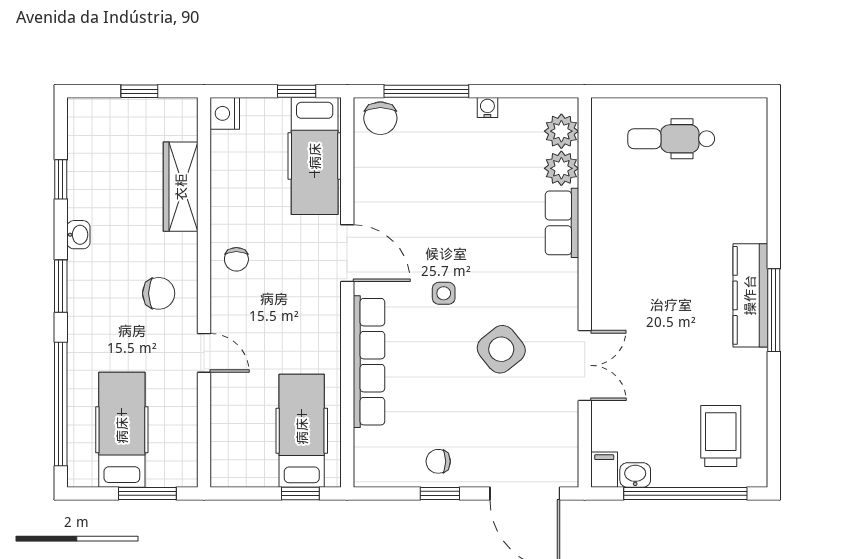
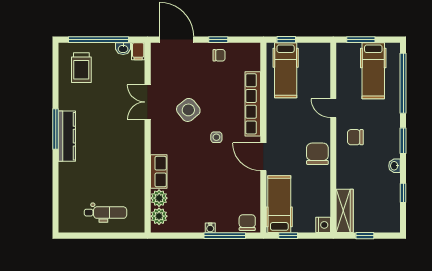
water cooler: (487, 108) -> (210, 228), moved
wardrobe: (181, 187) -> (345, 211), moved
chair: (236, 259) -> (317, 154), width x1.87, depth x1.87

